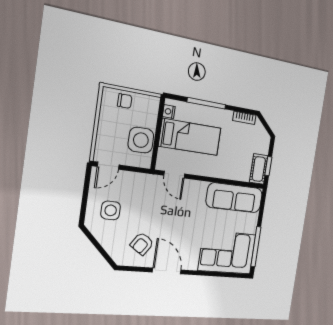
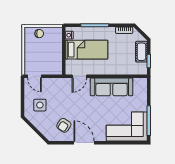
side table: (141, 140) -> (53, 57), removed
door: (108, 166) -> (34, 76), hinge flipped
cot: (259, 169) -> (141, 52), moved
door: (174, 175) -> (79, 76), hinge flipped
sofa: (234, 198) -> (112, 87), moved

